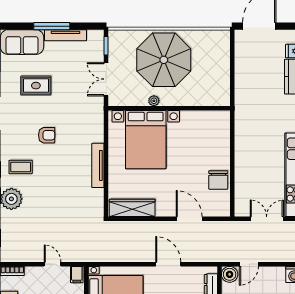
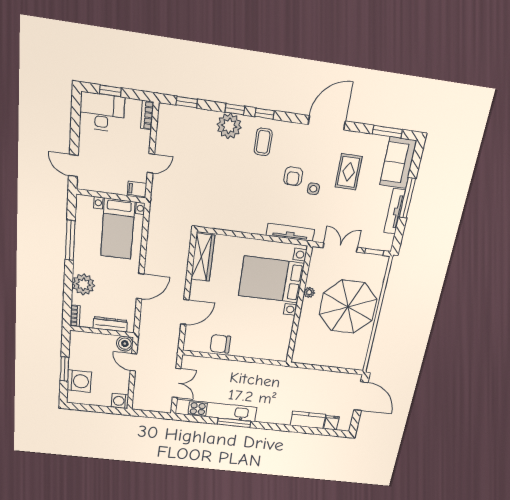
side table: (55, 115) -> (313, 189), added
tv unit: (98, 165) -> (290, 232), moved

